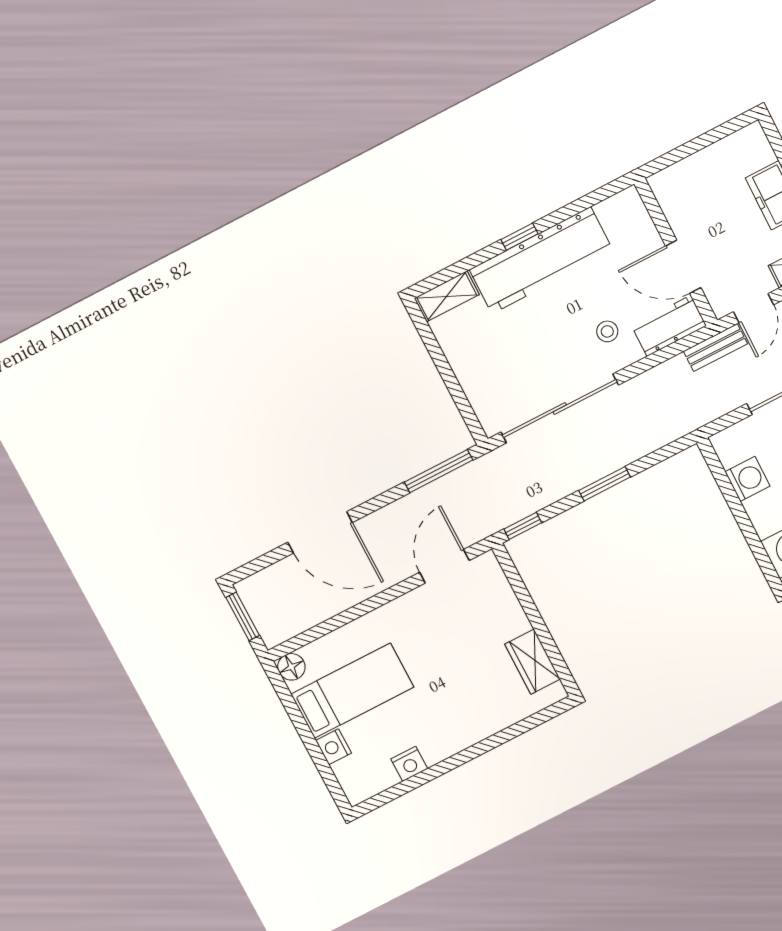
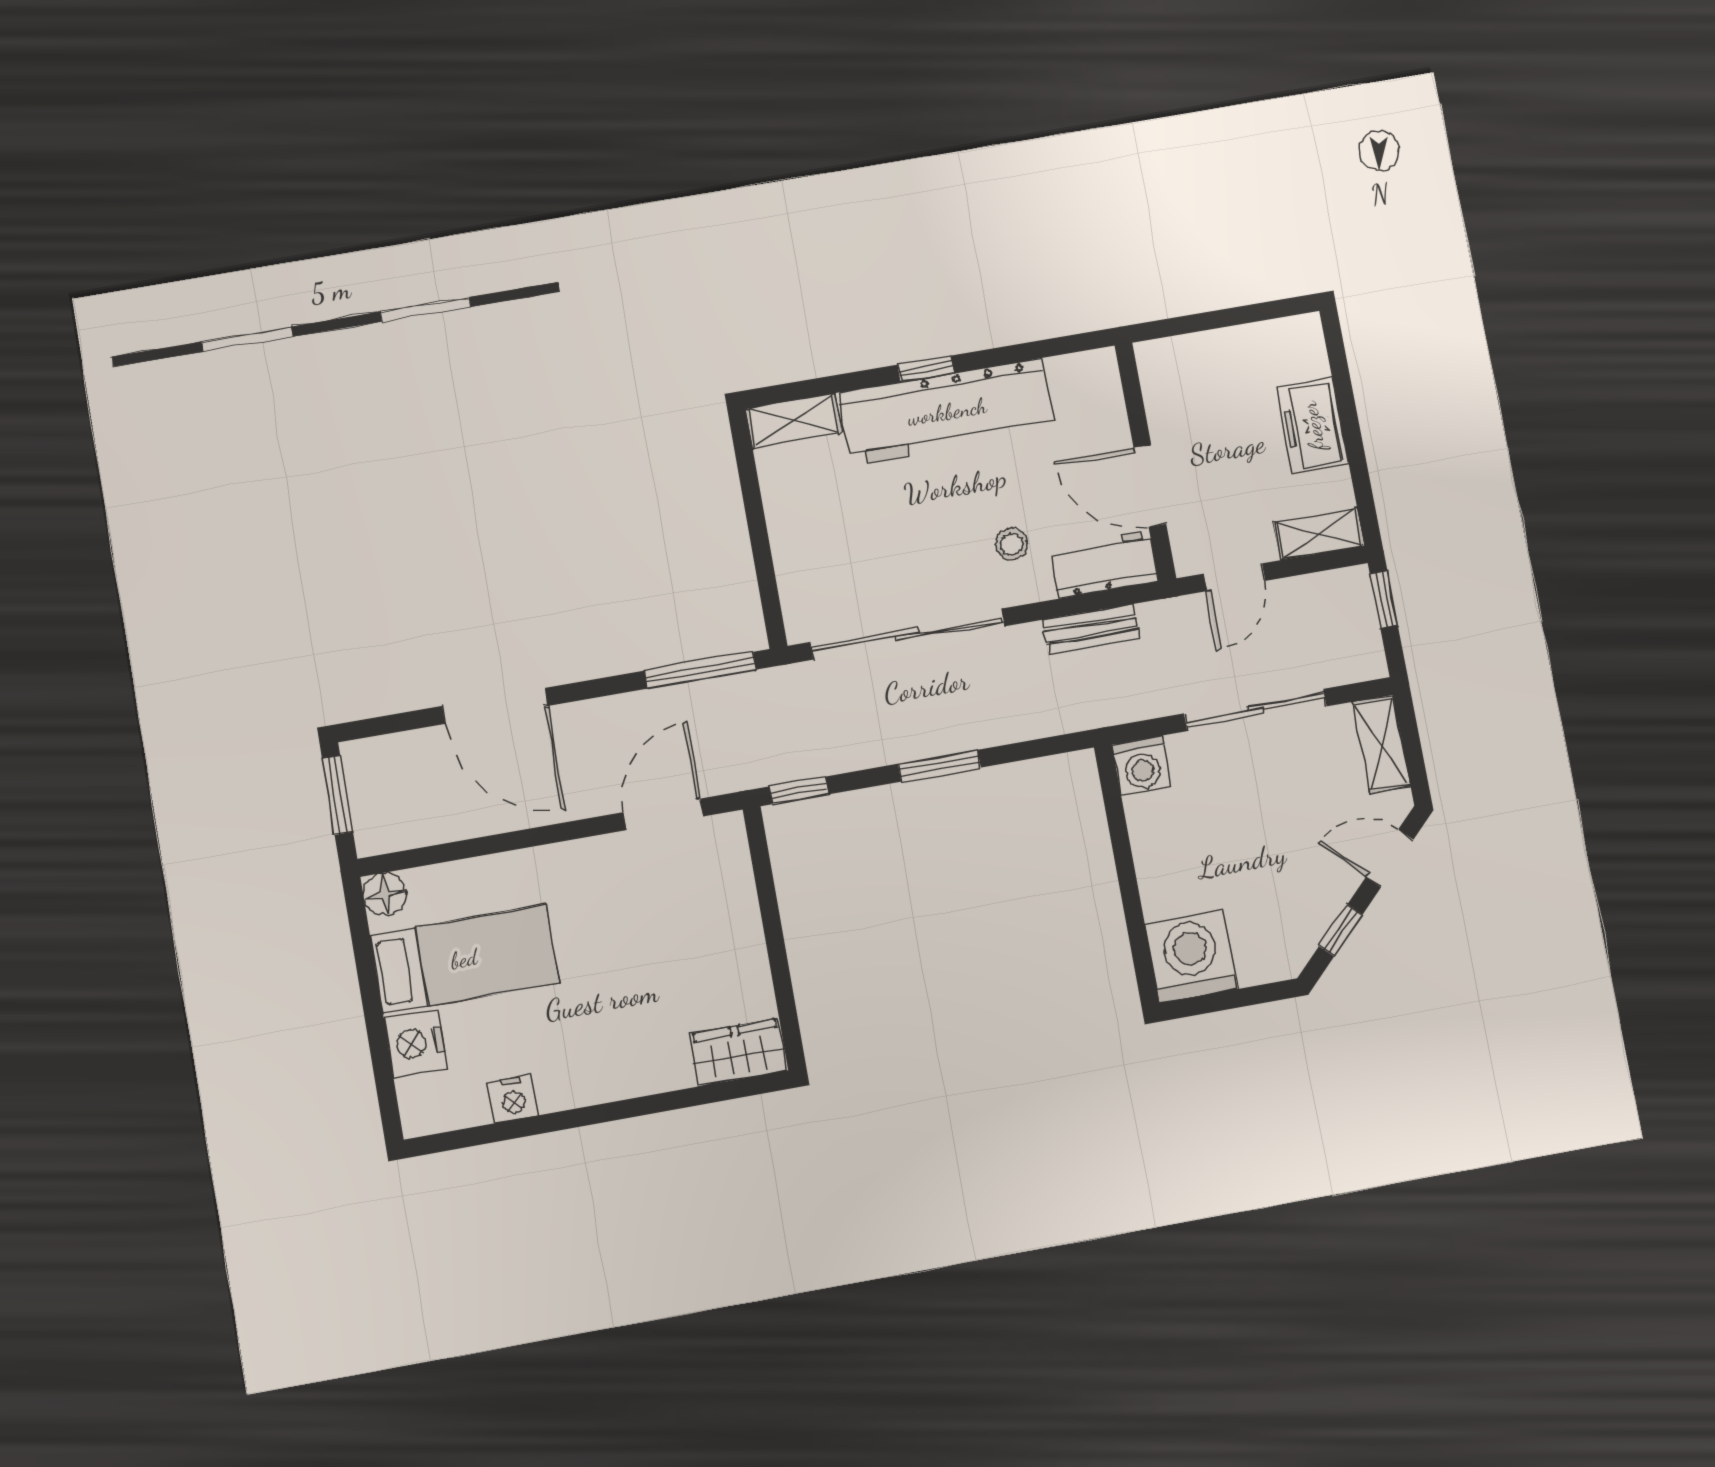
bench: (715, 348) -> (1091, 629), moved
washing machine: (748, 479) -> (1142, 766), moved, turned 90
wardrobe: (532, 662) -> (738, 1053), moved, turned 90
nightstand: (334, 747) -> (415, 1043), width x1.36, depth x1.33

